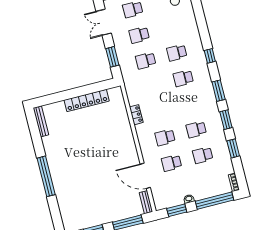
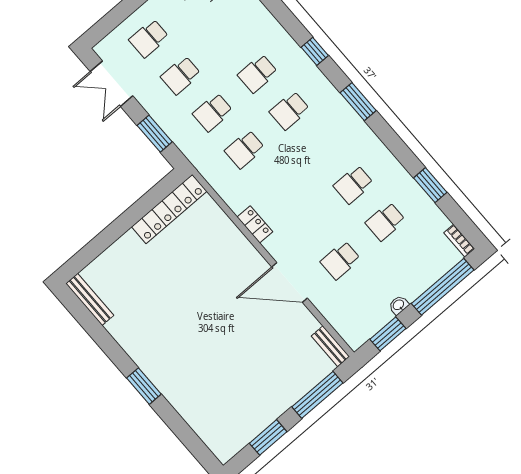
locker: (87, 100) -> (169, 209), moved
locker: (136, 115) -> (255, 224), moved
window: (226, 120) -> (394, 143), removed
school desk: (165, 137) -> (245, 149), moved
window: (46, 176) -> (144, 386), width x0.47
door: (145, 176) -> (290, 282), moved

